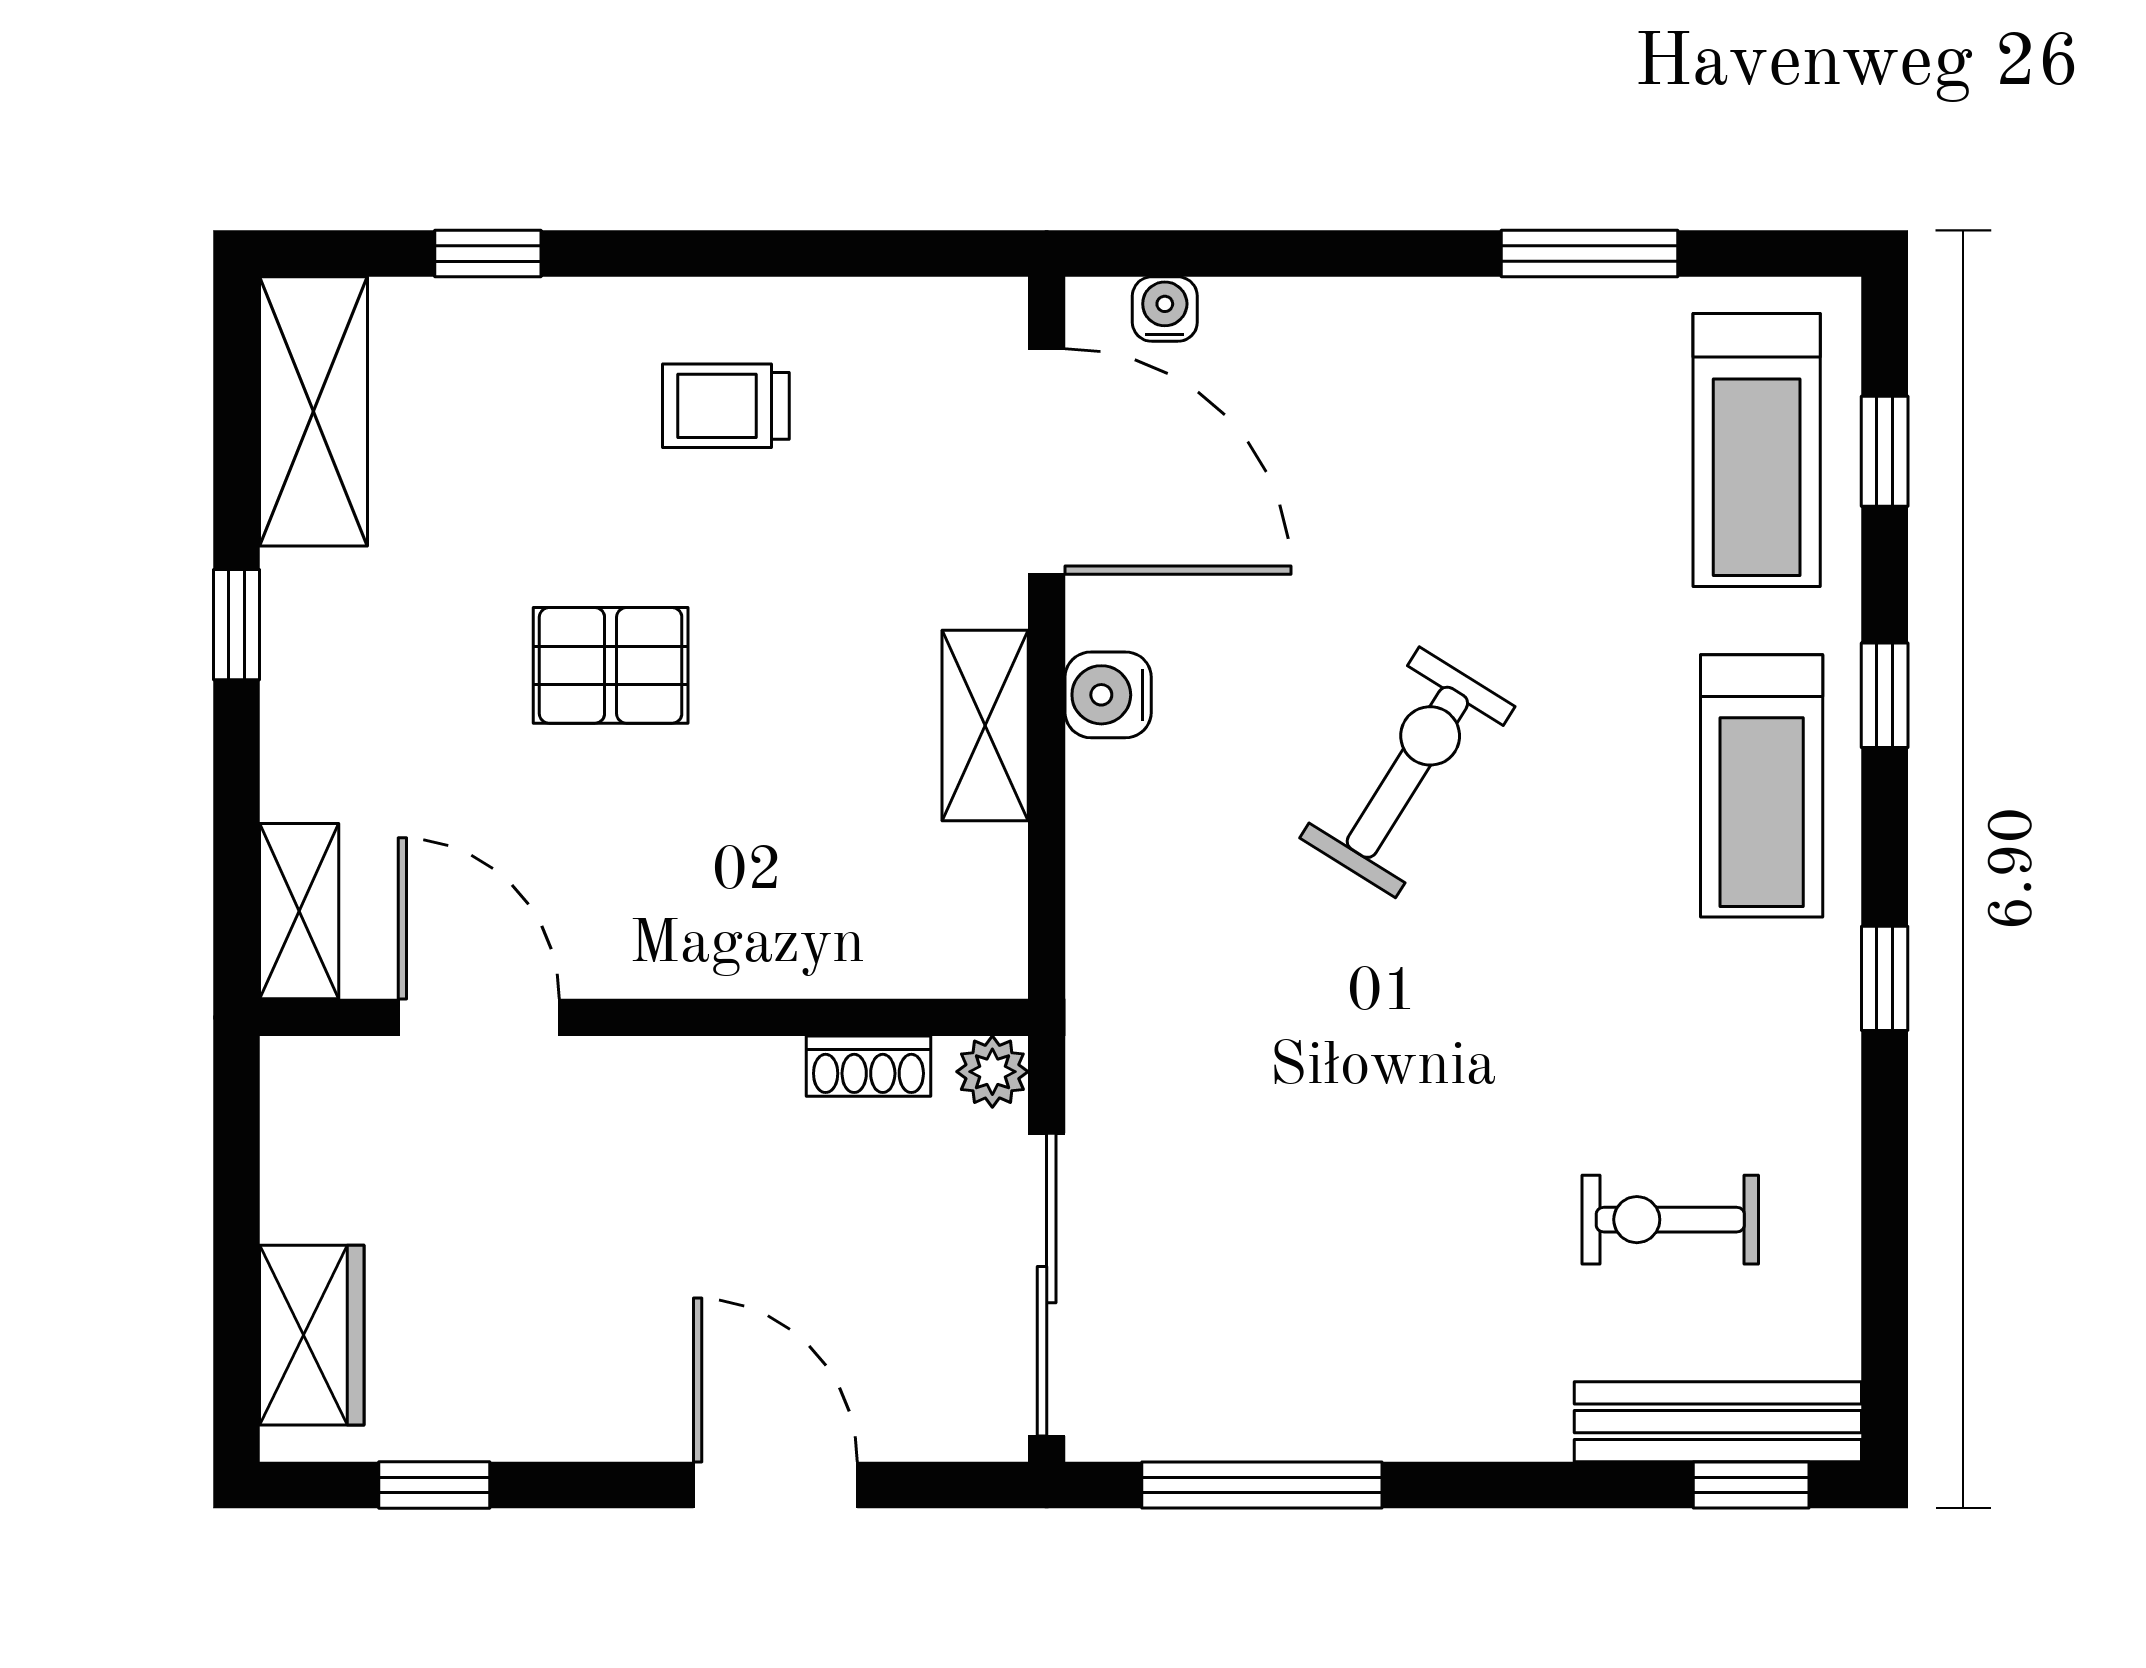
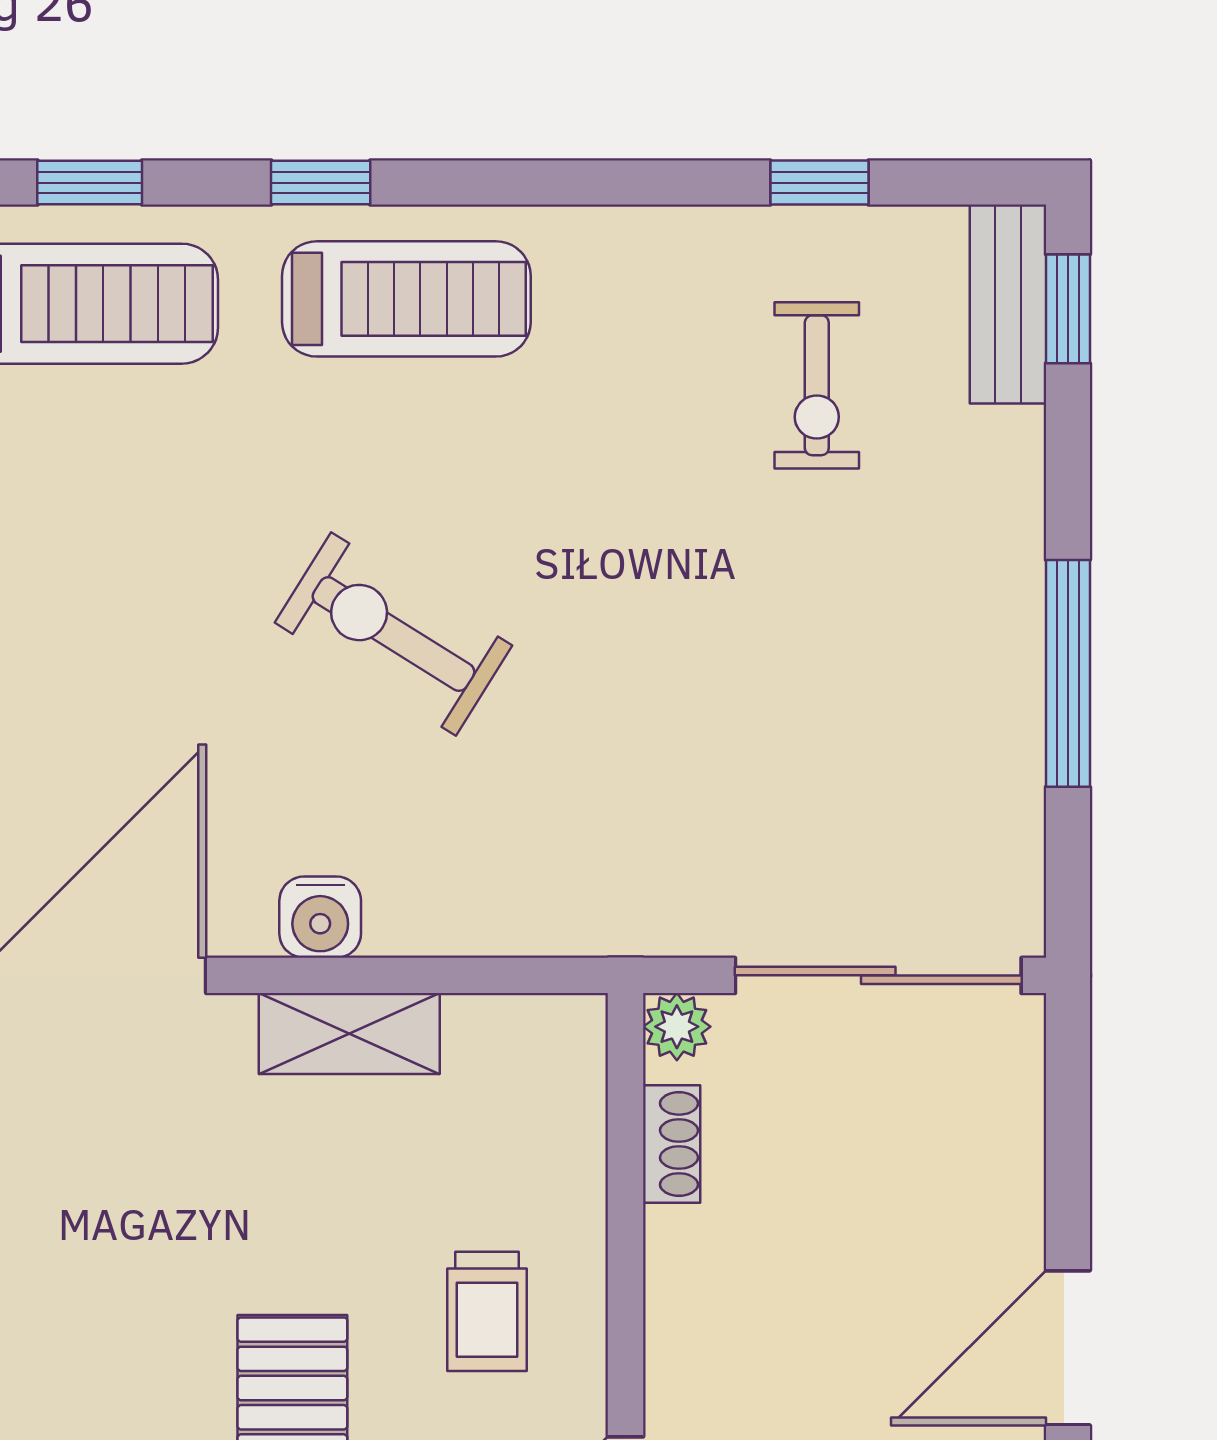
trolley: (726, 406) -> (487, 1311), moved
window: (1885, 978) -> (819, 183), moved
bench: (1718, 1422) -> (1008, 304), width x0.73
door: (775, 1485) -> (1068, 1348), moved
window: (1262, 1485) -> (1068, 673), moved

